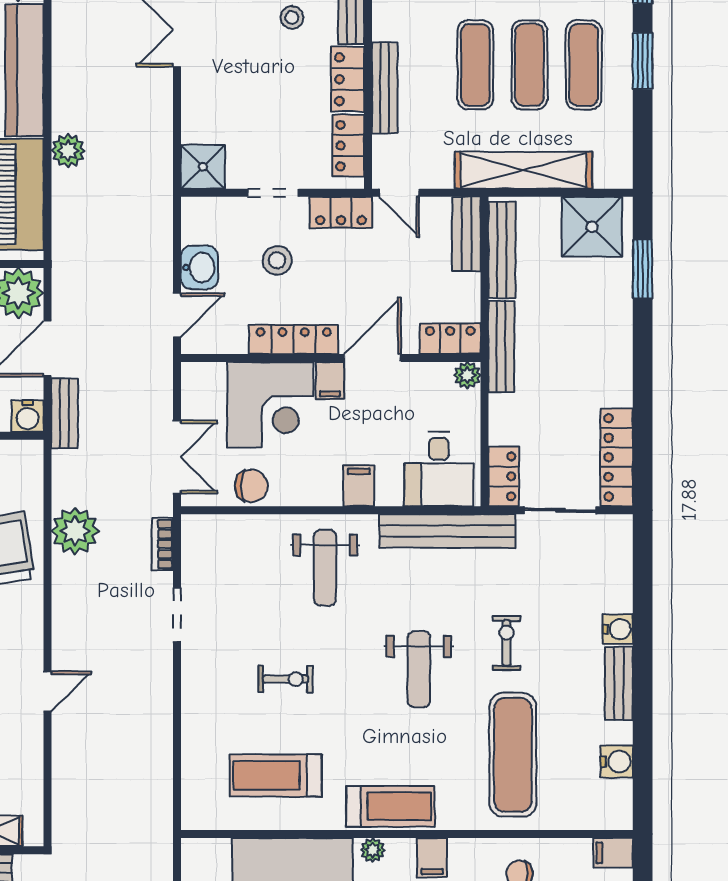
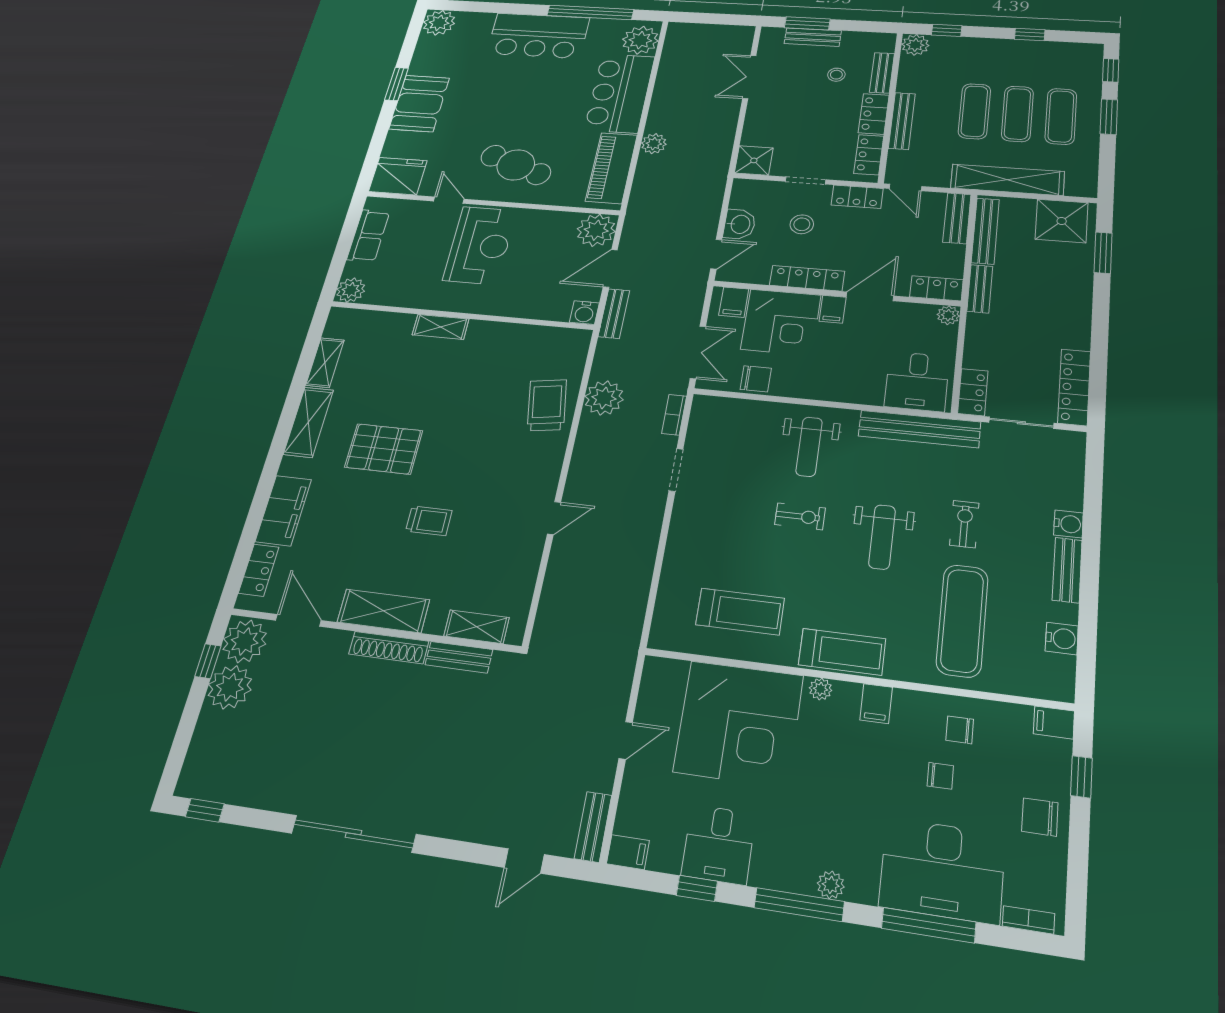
bench: (501, 346) -> (980, 289), width x0.73
filing cabinet: (359, 486) -> (734, 302), moved, turned 180
exercise bike: (286, 679) -> (800, 516), moved
treadmill: (276, 776) -> (740, 611), turned 180

